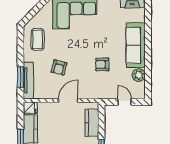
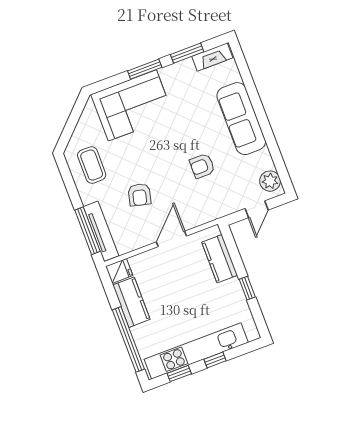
plant: (139, 75) -> (270, 181), moved
window: (20, 77) -> (87, 231), width x1.44
door: (125, 102) -> (257, 209), swing flipped

